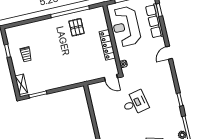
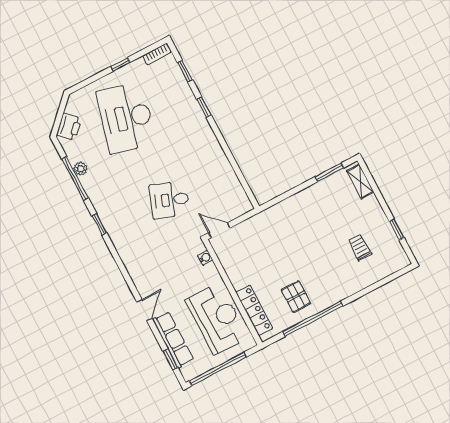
locker: (107, 45) -> (254, 310), moved
door: (169, 53) -> (144, 310), moved
trolley: (26, 54) -> (360, 247), moved
desk: (135, 103) -> (170, 200), turned 33

